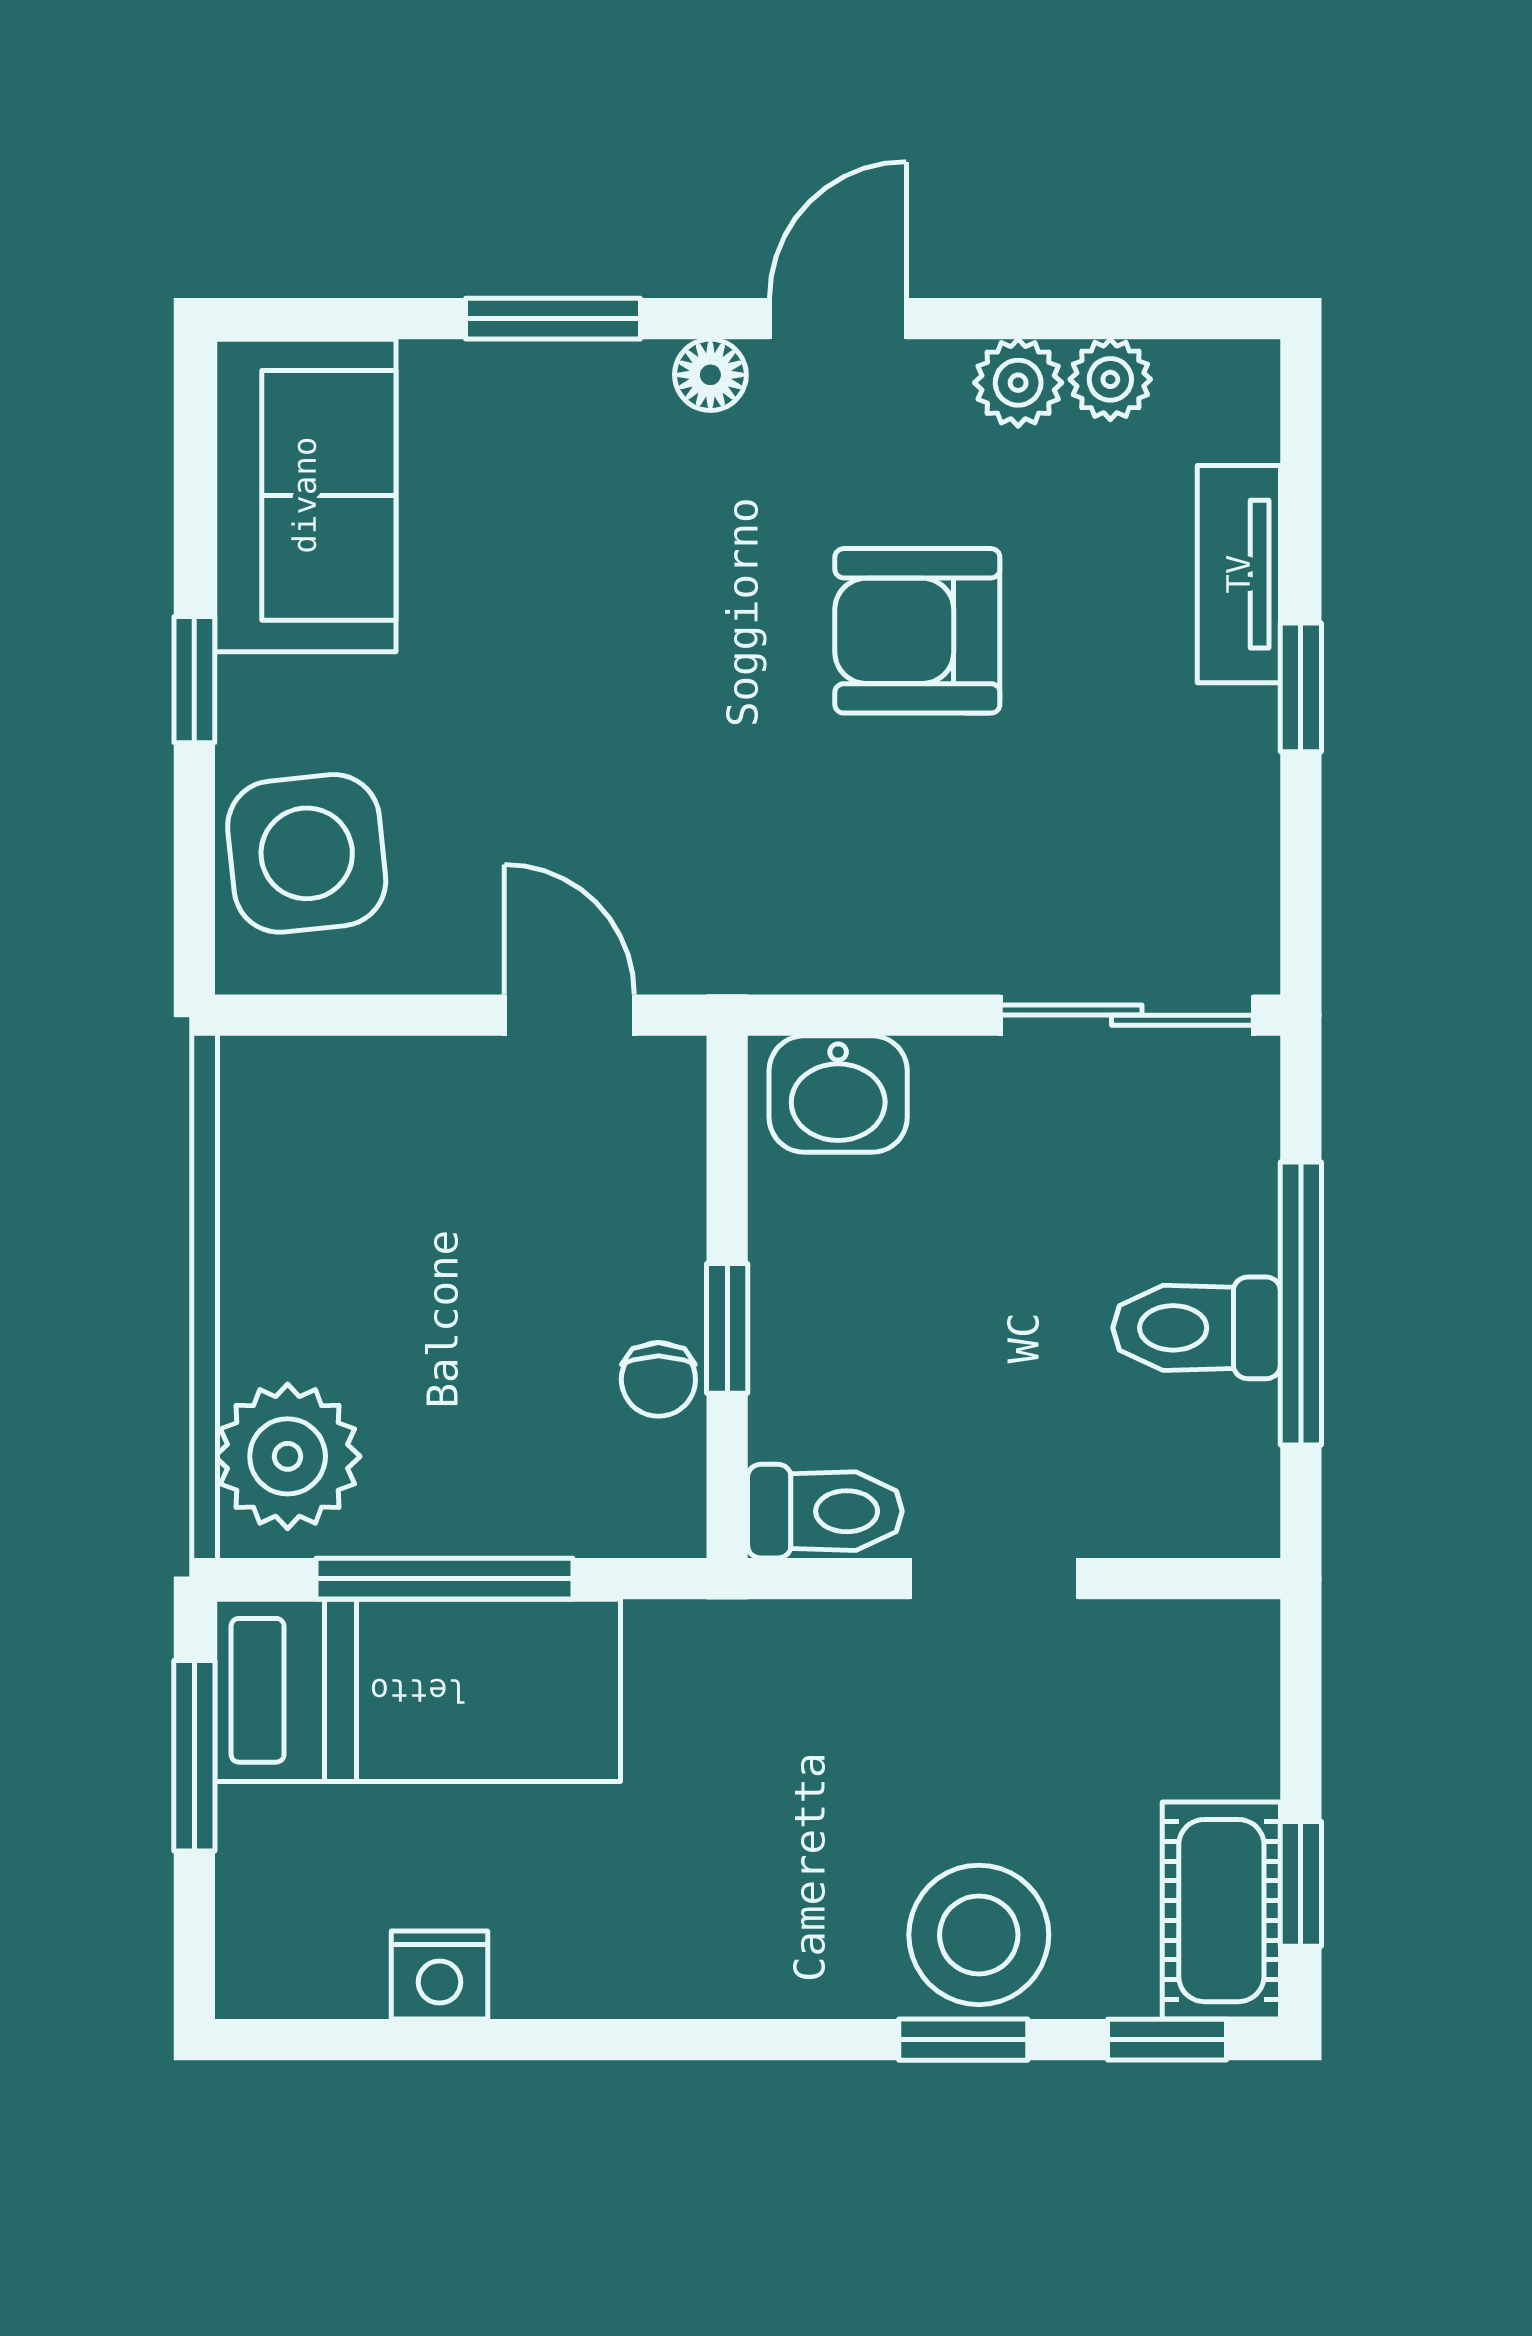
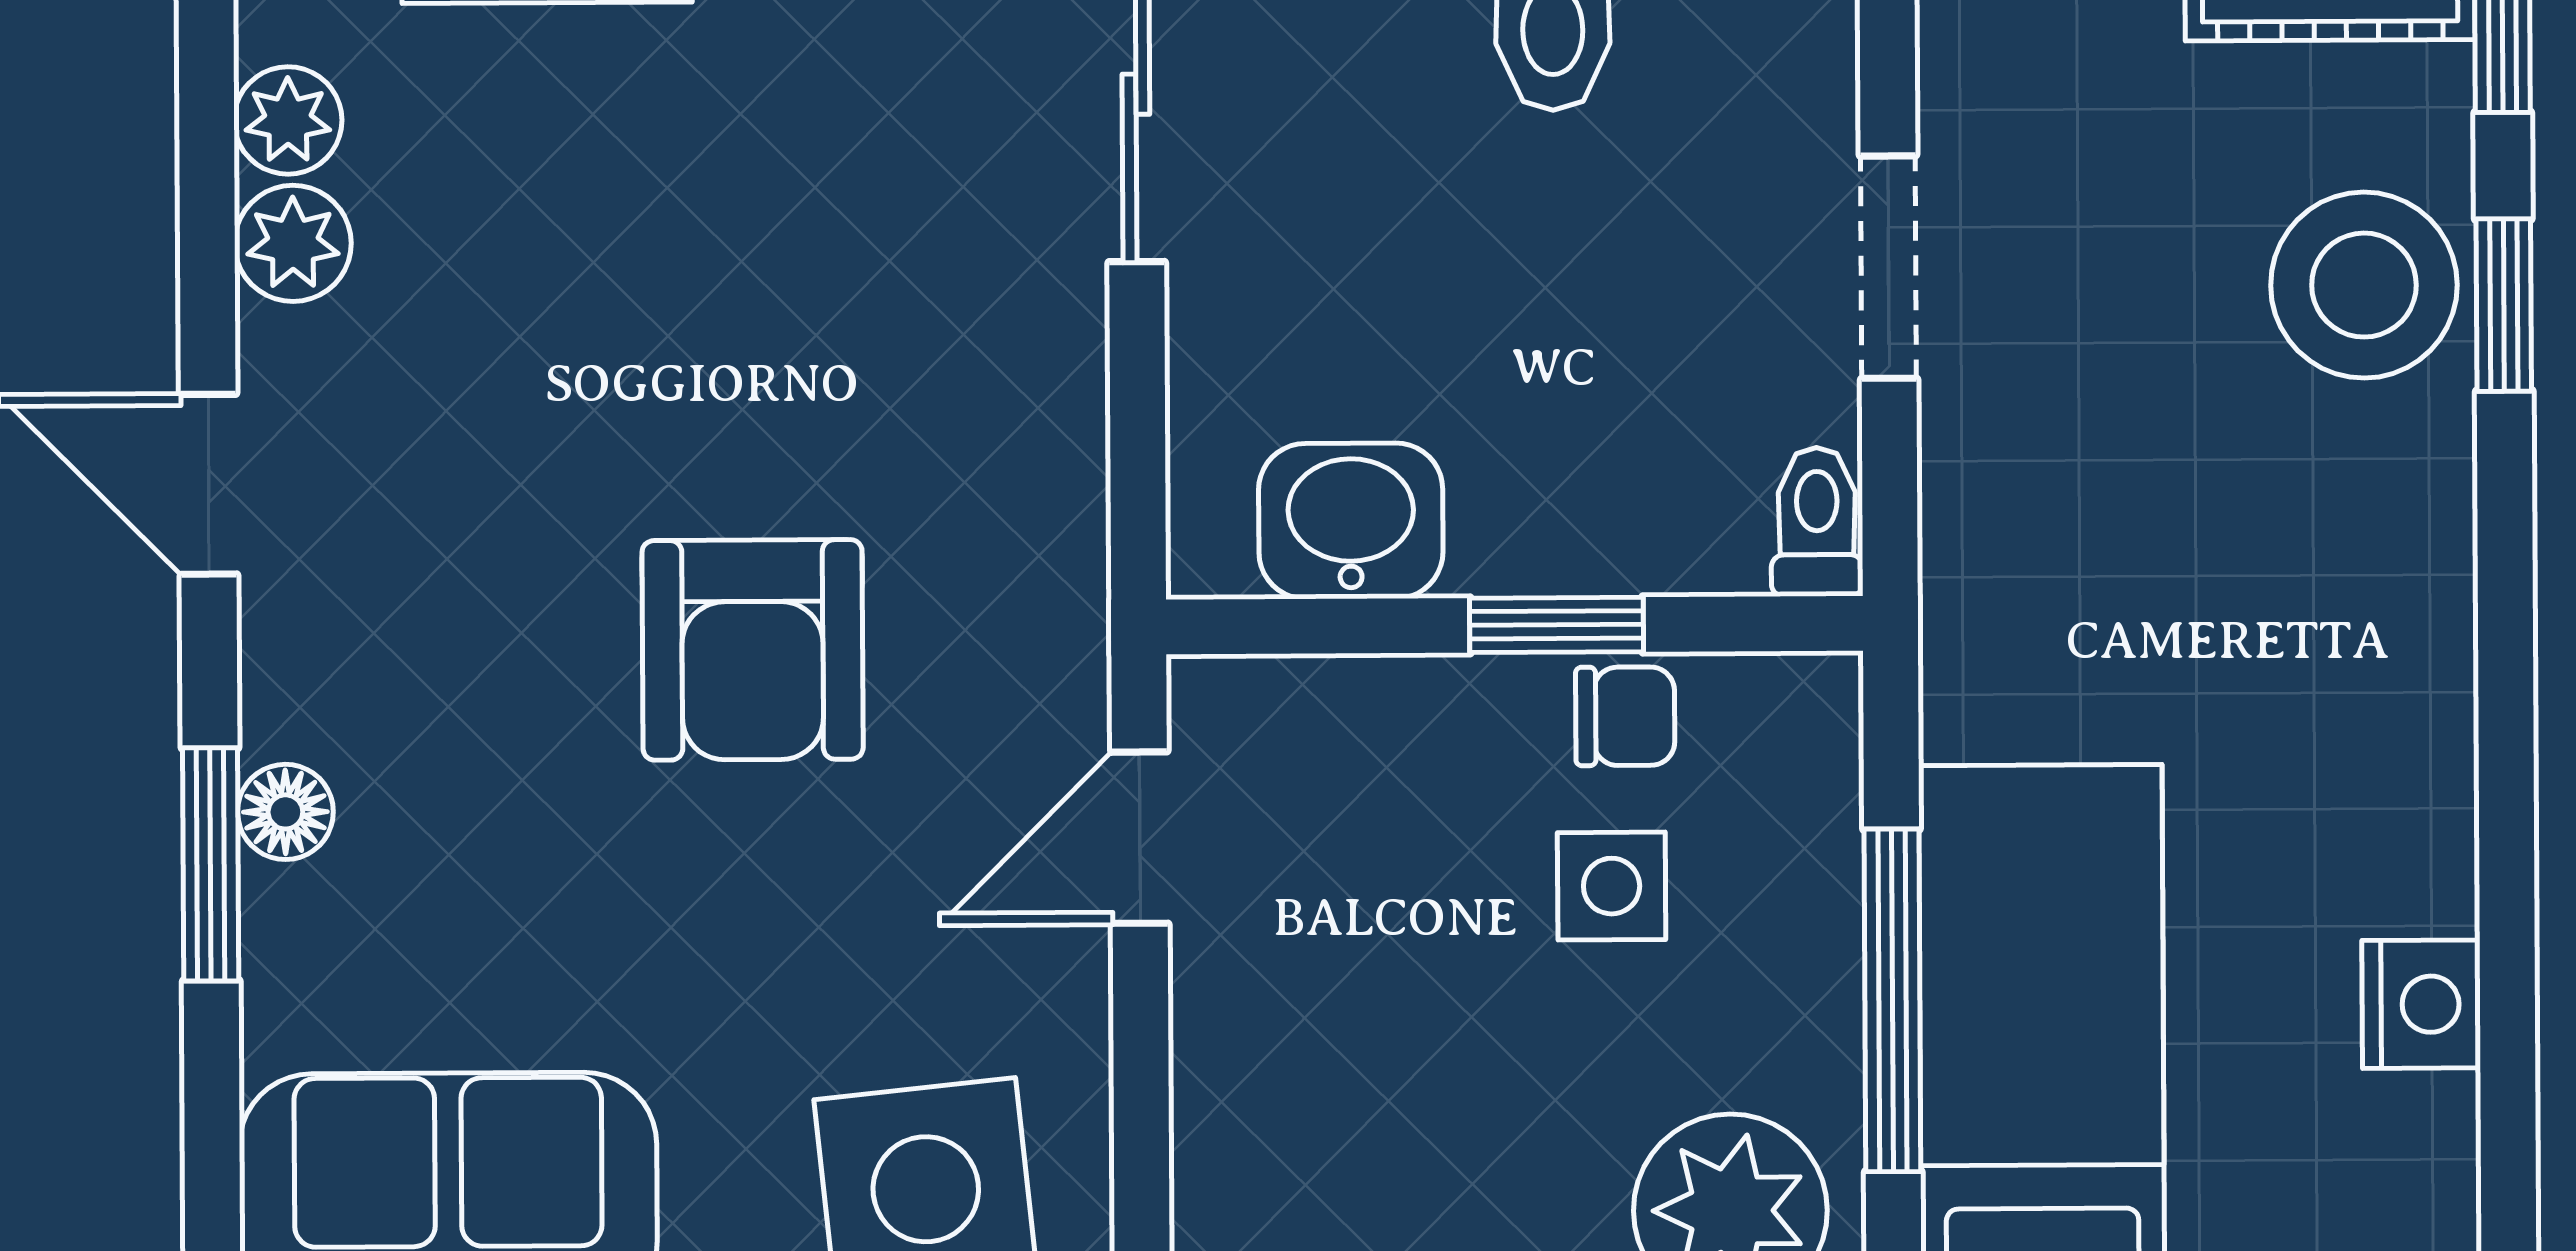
floor lamp: (710, 375) -> (285, 812), moved
armchair: (917, 631) -> (753, 650), moved
washbasin: (838, 1094) -> (1351, 521), moved, turned -90
side table: (531, 1369) -> (1612, 886), added
toilet: (825, 1511) -> (1817, 522), width x0.73, depth x0.72

